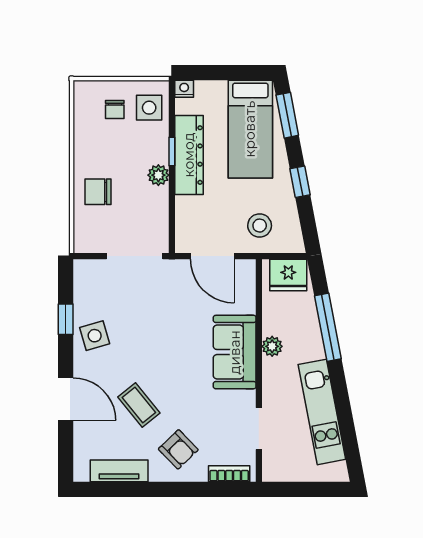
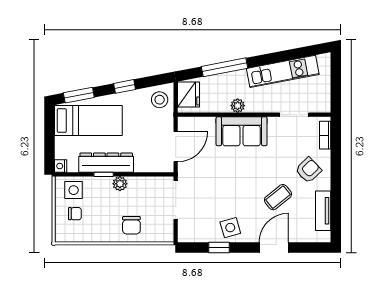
stool: (260, 226) -> (160, 100), moved

